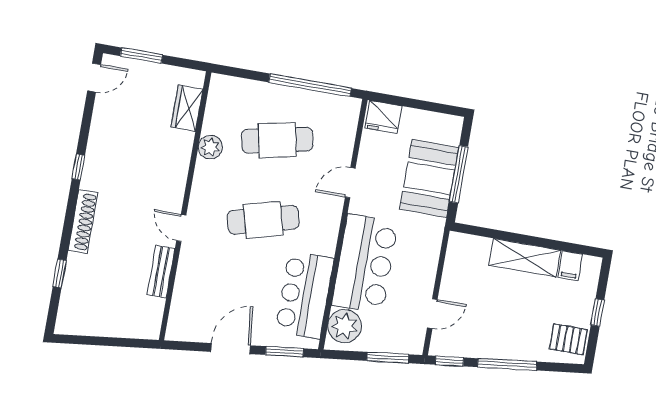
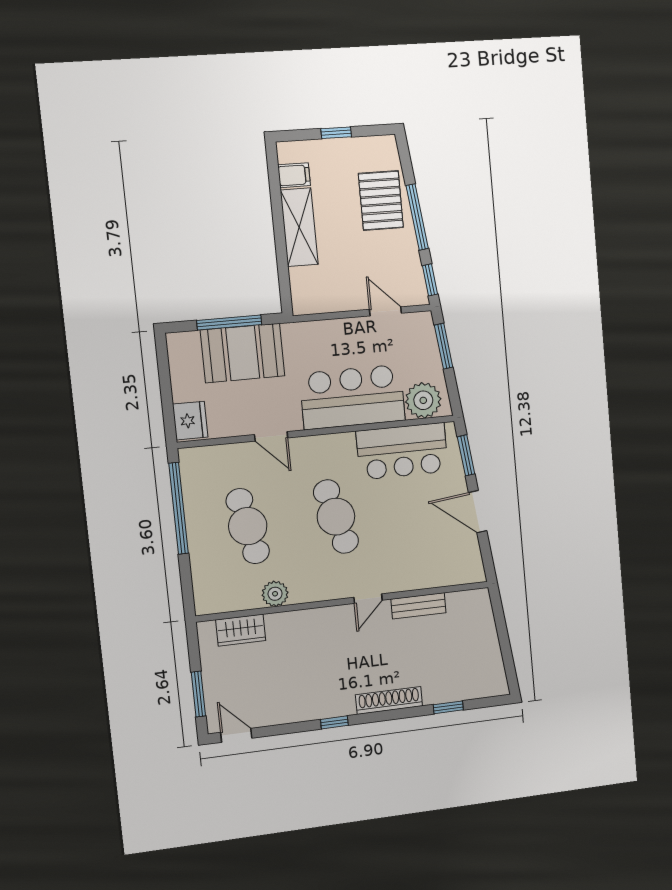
pallet: (568, 339) -> (381, 200), moved, width x1.50, depth x1.42

